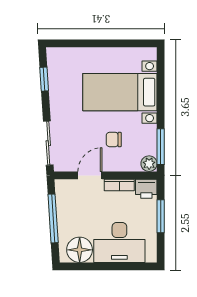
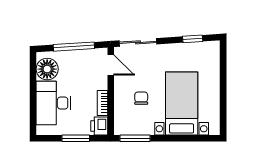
plant: (149, 164) -> (121, 128), removed
door: (90, 175) -> (111, 65), moved

